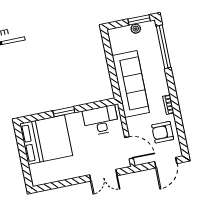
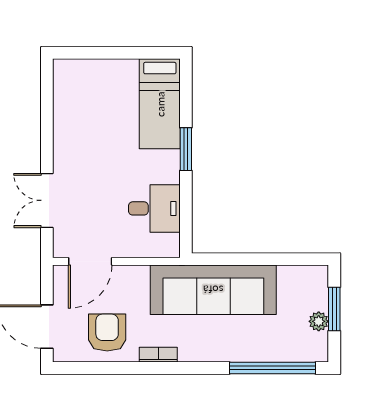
window: (139, 20) -> (334, 309), moved
desk: (101, 120) -> (154, 208), width x0.73
bed: (46, 140) -> (160, 104), width x0.49

